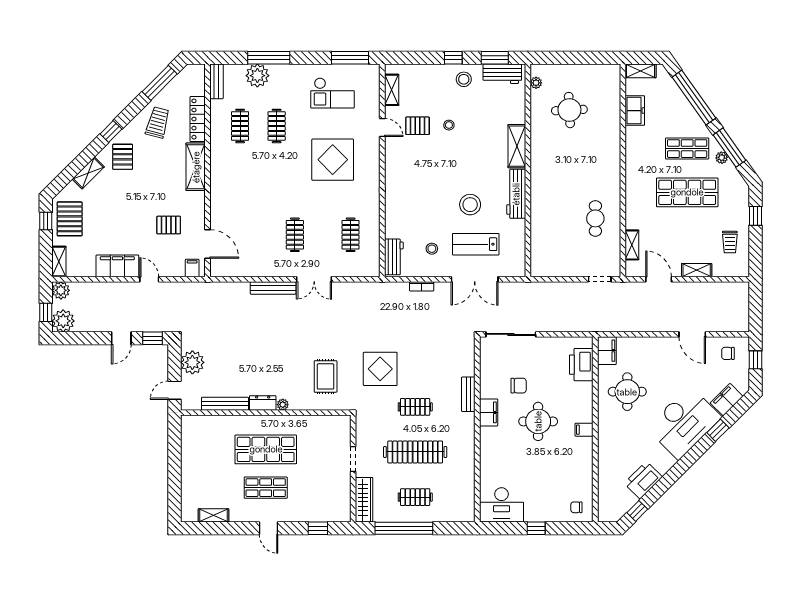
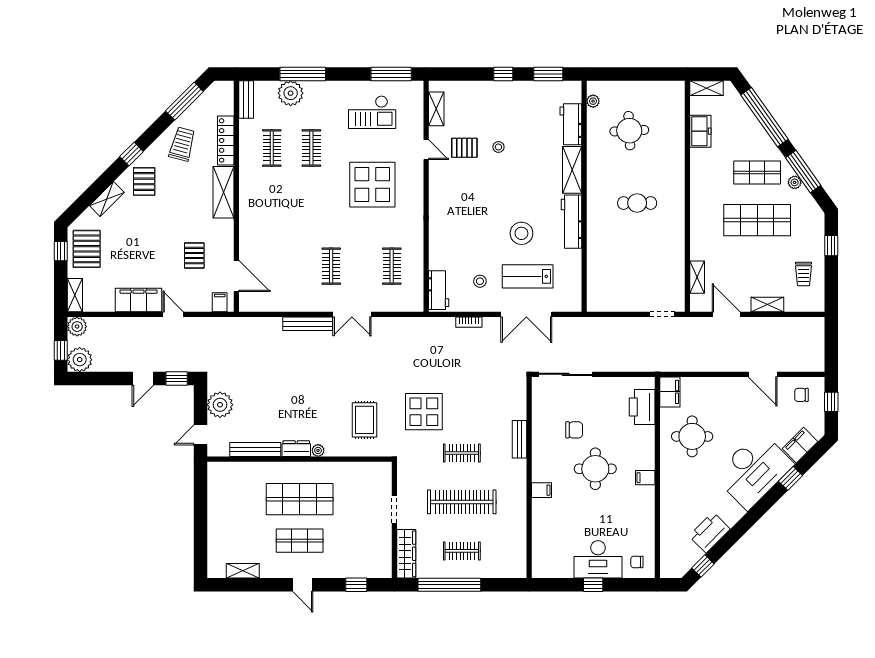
workbench: (502, 74) -> (571, 124), moved, turned 90
stool: (464, 79) -> (515, 97), removed
cafe table: (595, 218) -> (637, 203), moved, turned 90
pallet: (169, 225) -> (194, 256), turned 90
filing cabinet: (489, 412) -> (542, 490), moved, width x0.50
desk: (502, 505) -> (598, 559), moved

